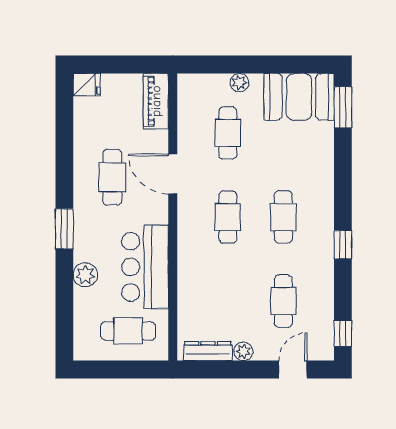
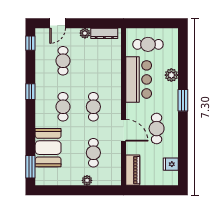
fridge: (87, 85) -> (171, 164), moved
booth: (299, 97) -> (48, 148), moved, turned 90

